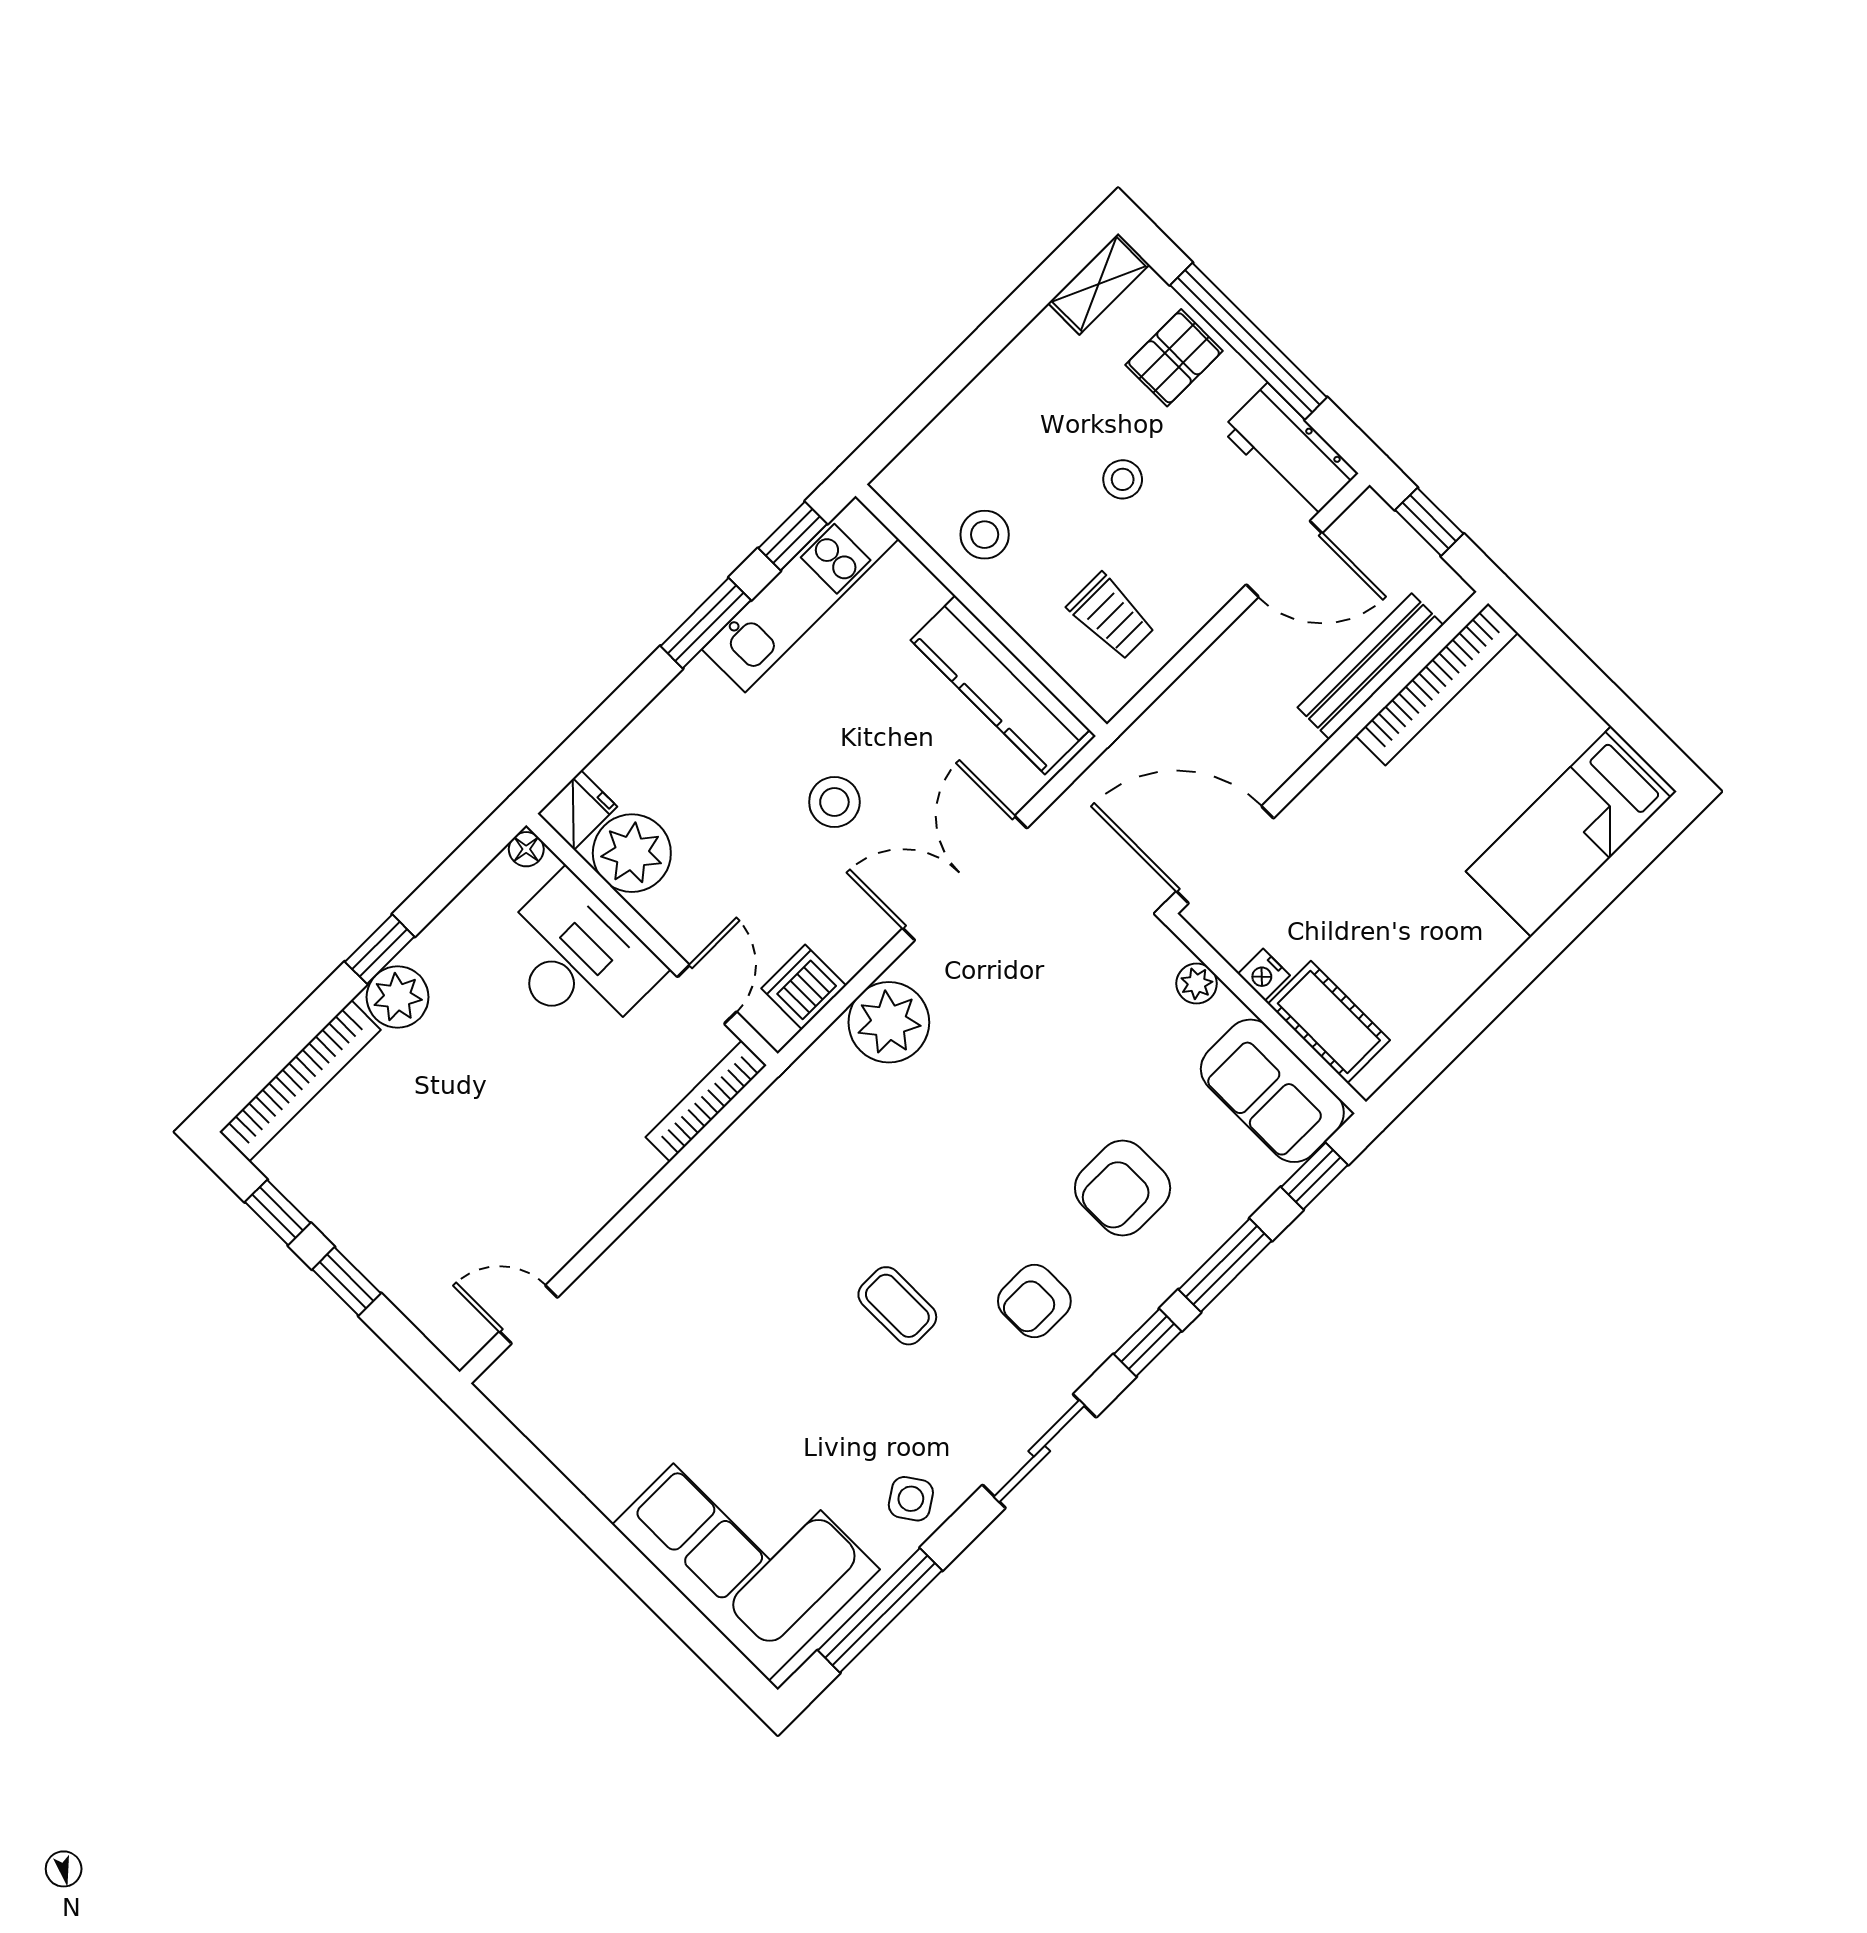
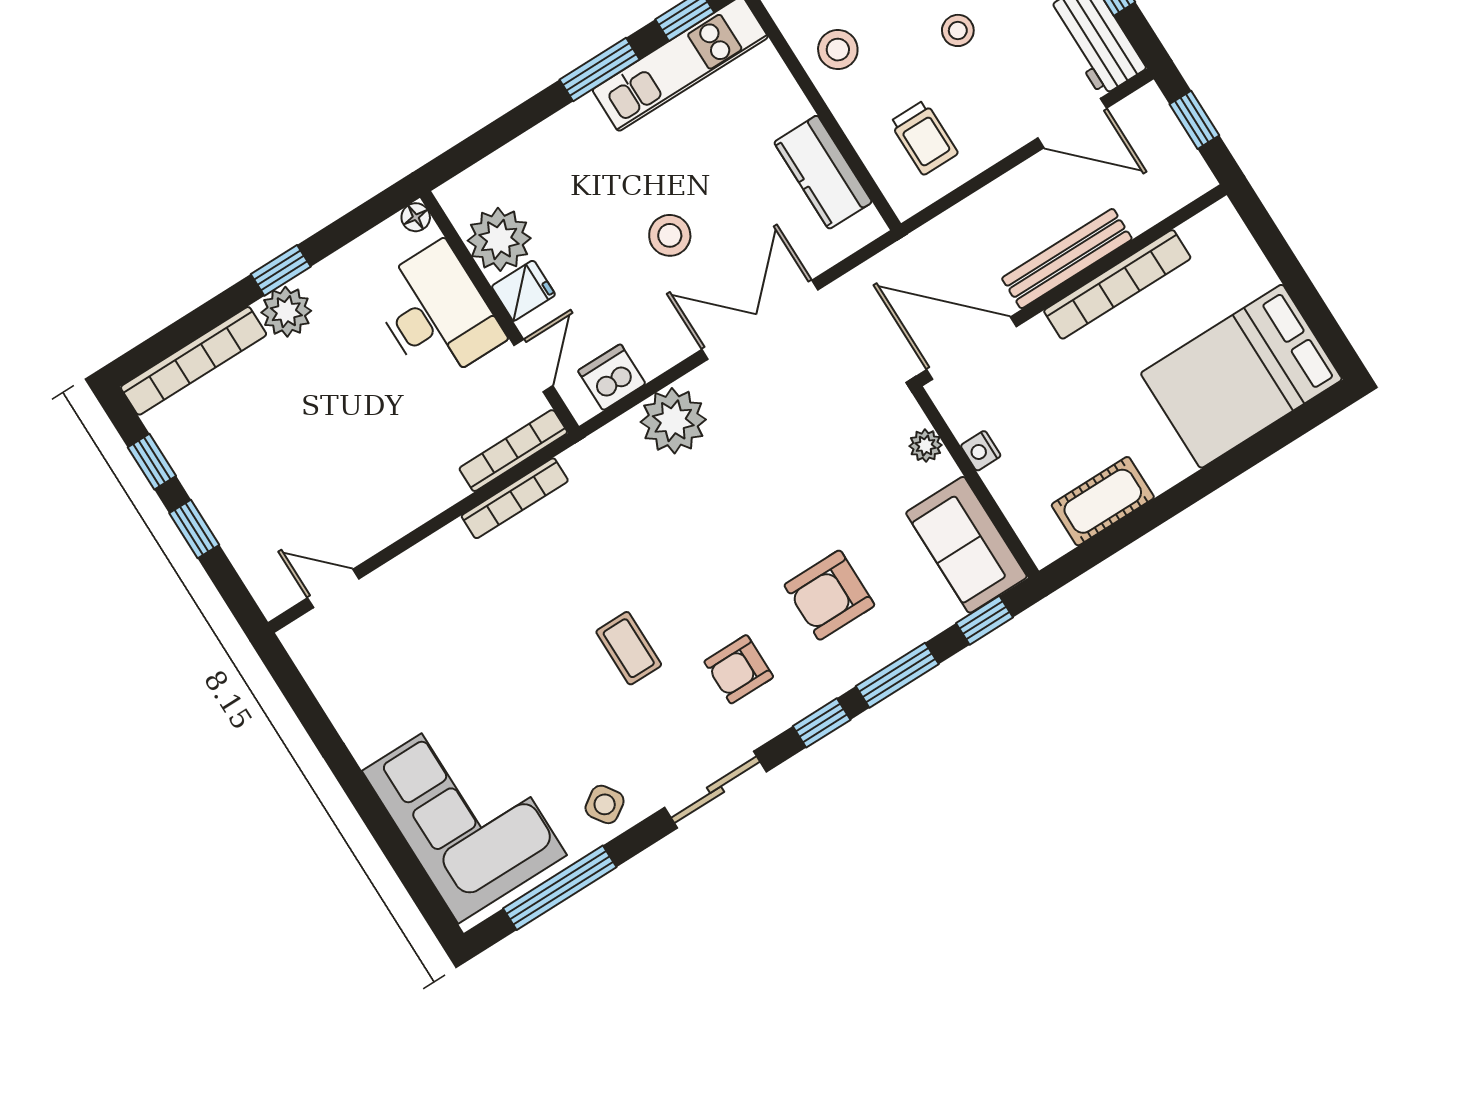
bench: (1370, 666) -> (1067, 259), moved
bookcase: (1437, 684) -> (1117, 284), moved
kitchen counter: (1000, 685) -> (823, 172), width x0.67
fridge: (577, 810) -> (523, 291), moved
bed: (1571, 831) -> (1241, 376), width x1.50
cot: (1329, 1022) -> (1103, 501), moved, turned 90
bookcase: (721, 1158) -> (515, 498), added

